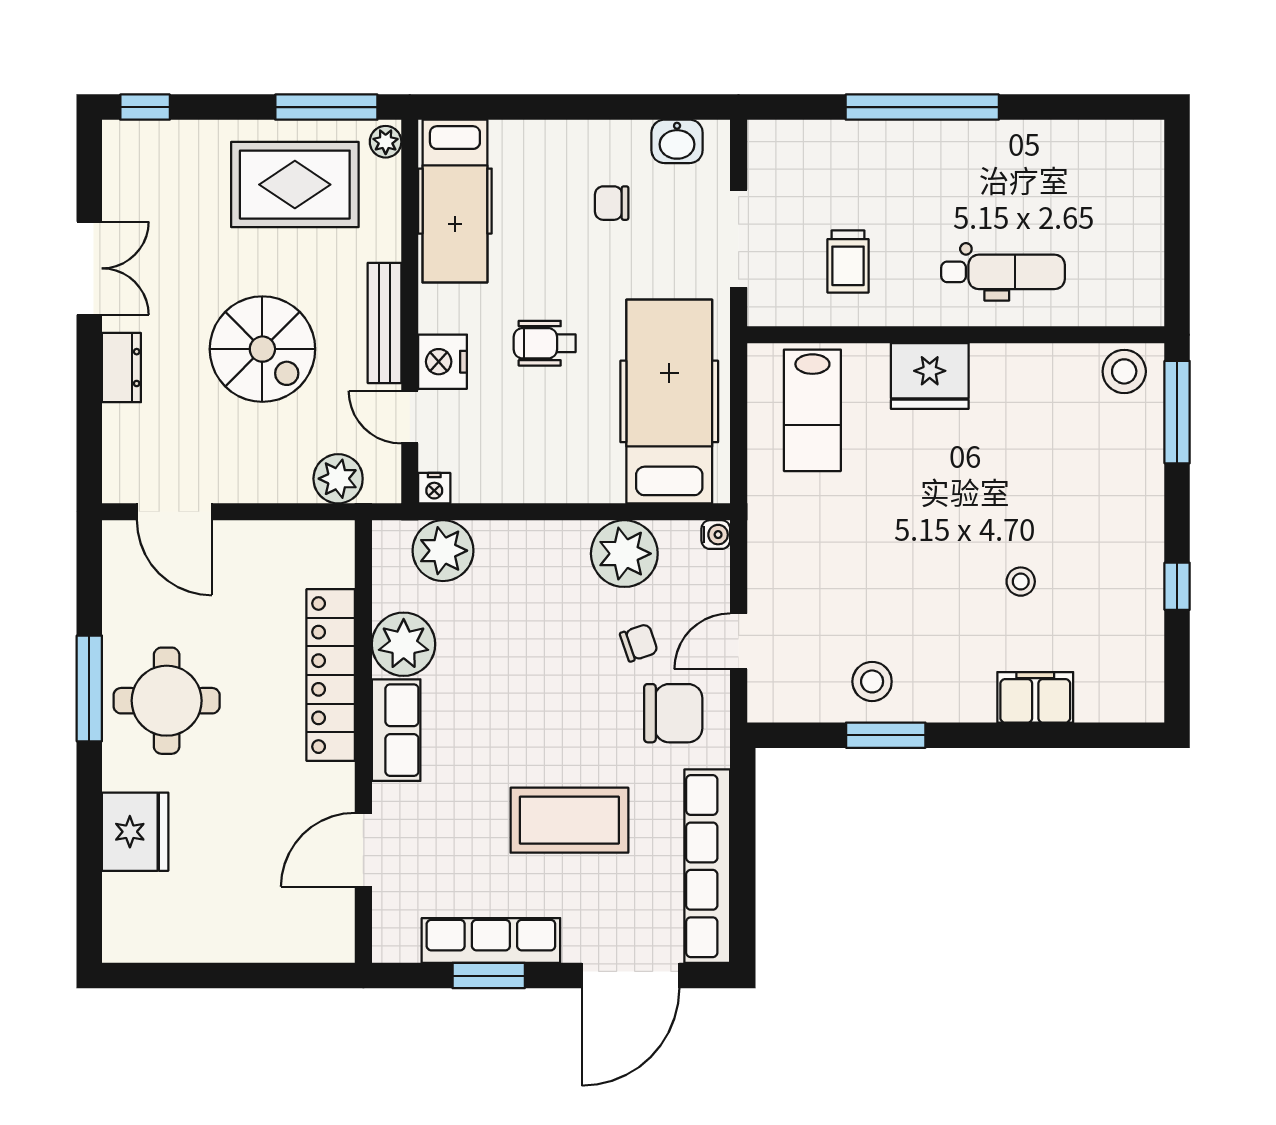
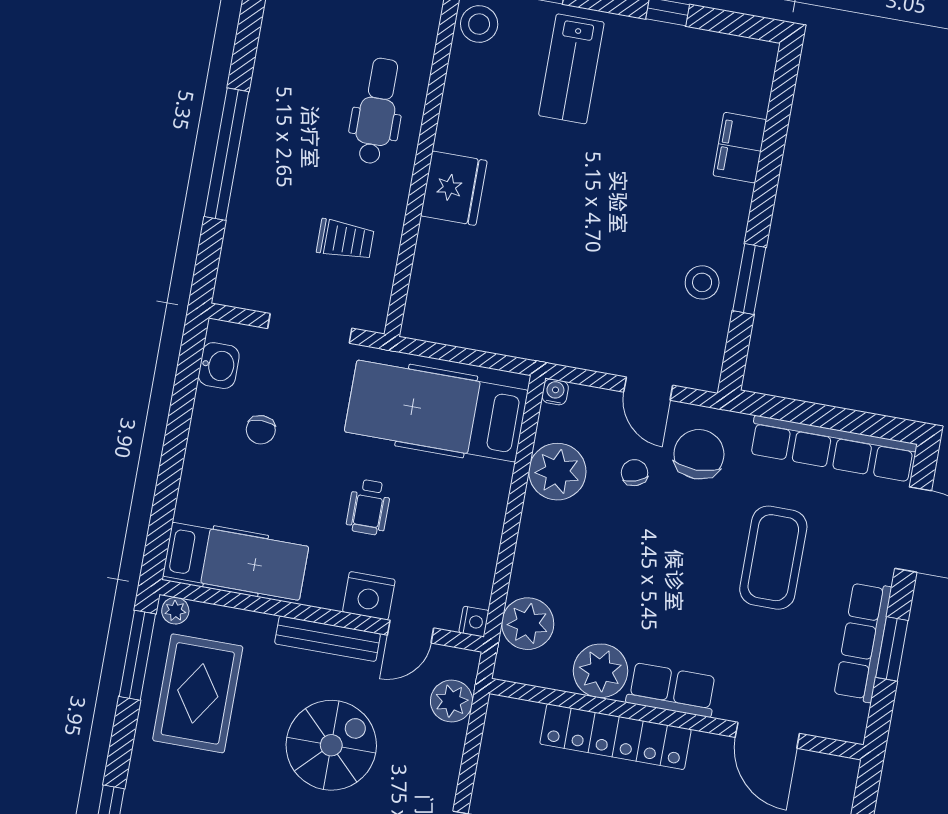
lab bench: (812, 410) -> (571, 69), moved, turned 90
stool: (1021, 582) -> (640, 142), removed

